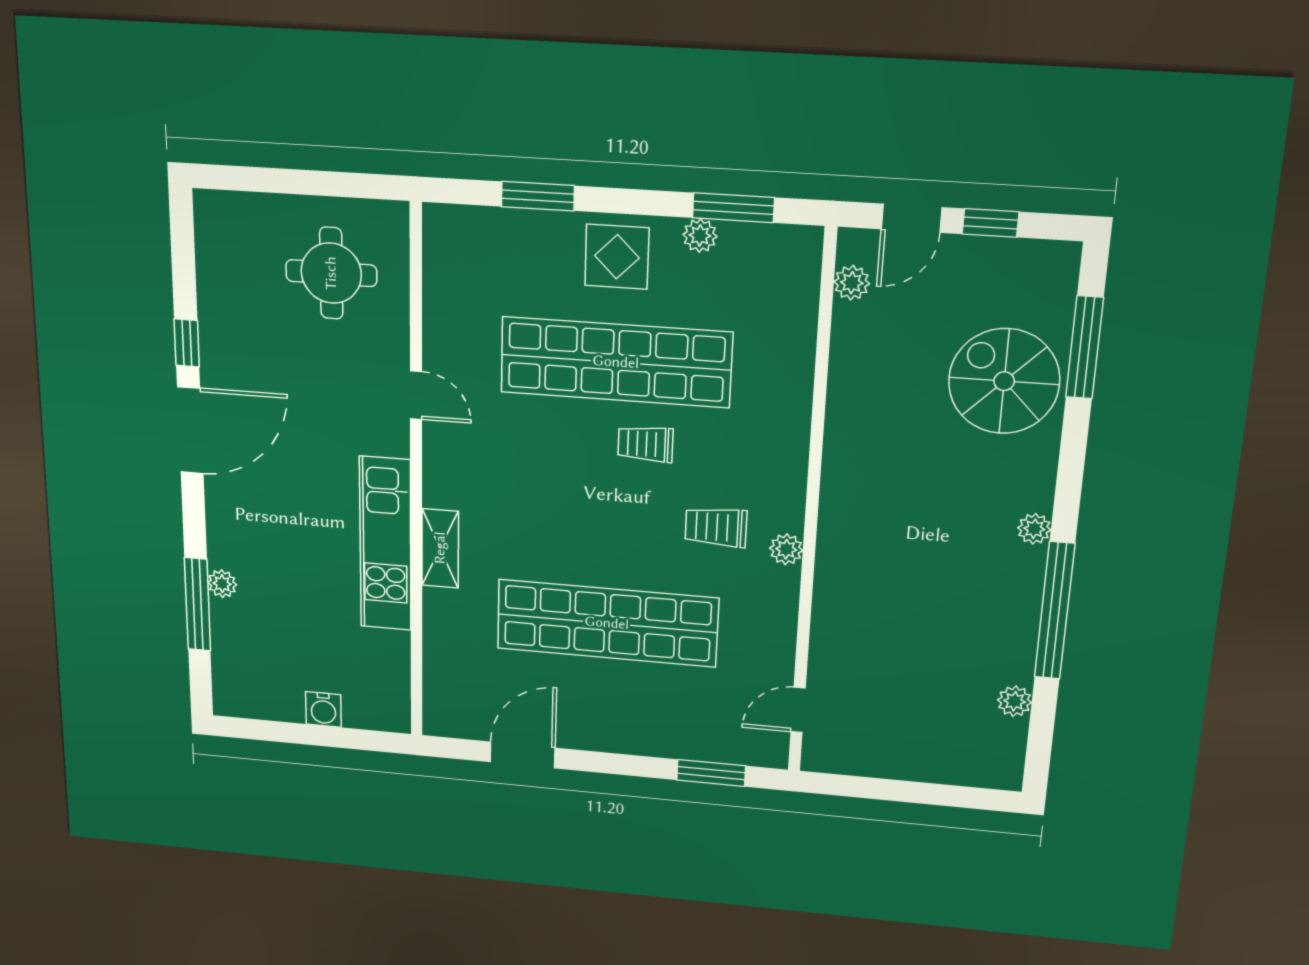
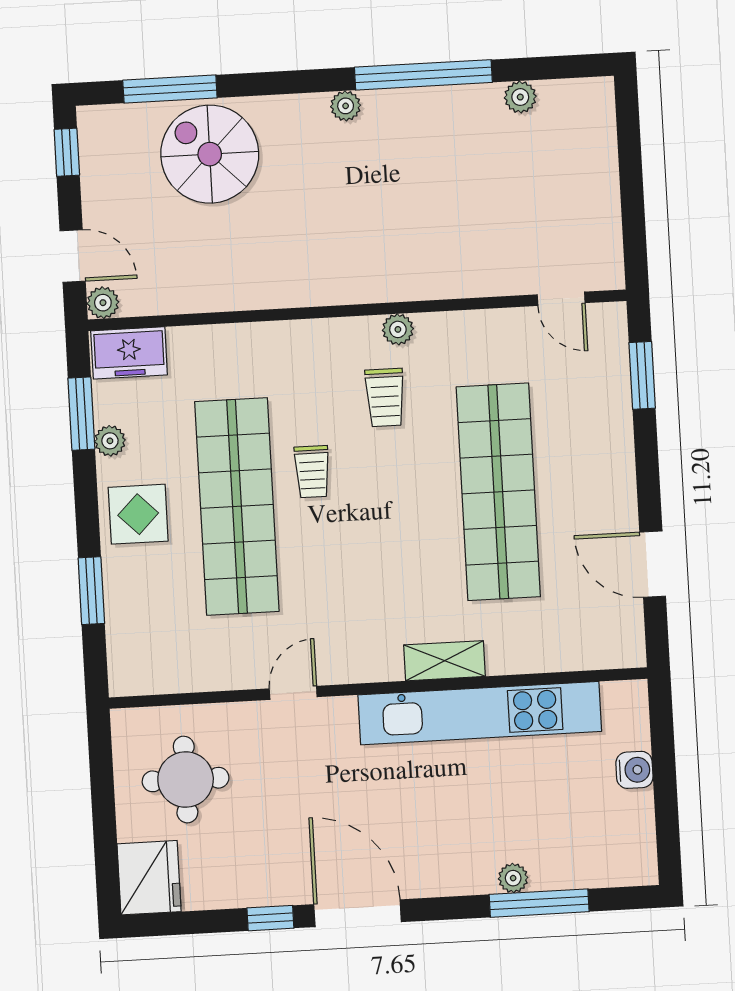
fridge: (230, 222) -> (149, 878), added
window: (991, 223) -> (67, 152), moved
freezer: (795, 268) -> (129, 353), added
plant: (852, 283) -> (103, 303), moved
spiral stairs: (1004, 381) -> (210, 154), turned 90
kitchen unit: (385, 544) -> (480, 713), width x1.36

